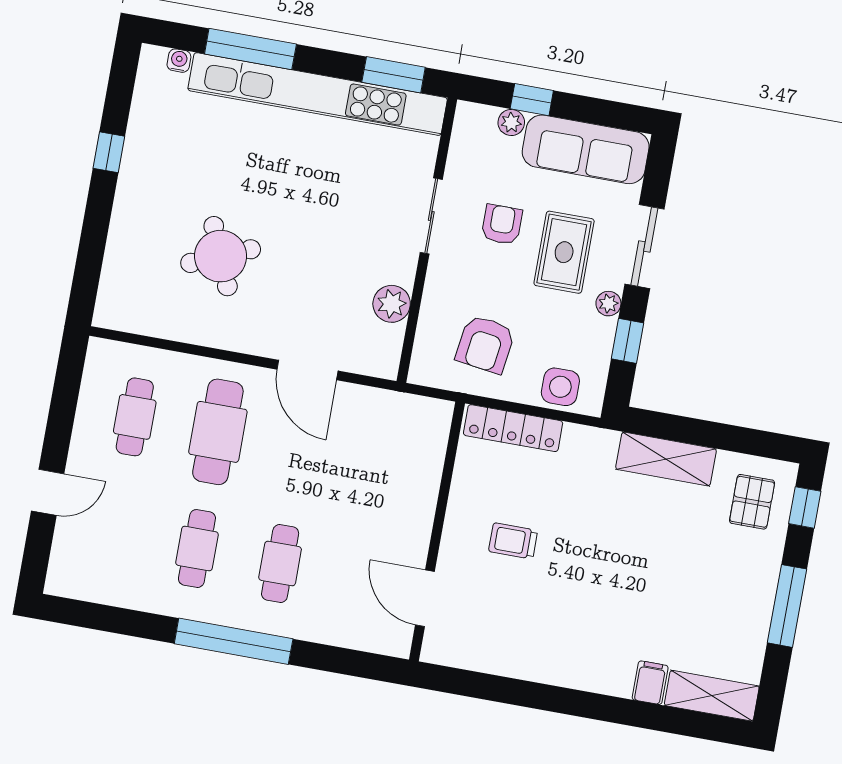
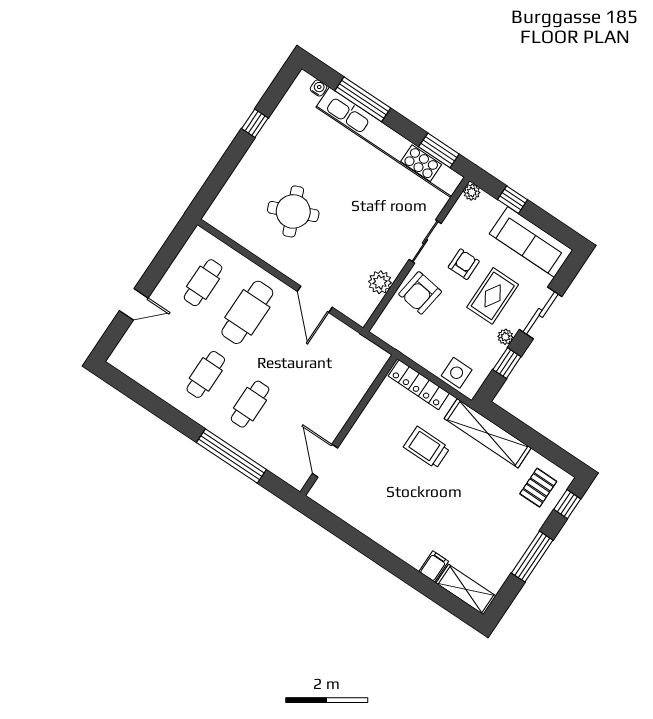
plant: (511, 122) -> (472, 192), moved
armchair: (485, 344) -> (420, 293), moved
shelving: (666, 459) -> (488, 433), width x1.47
trolley: (513, 541) -> (427, 448), moved, width x1.36, depth x1.39
window: (234, 641) -> (231, 456), moved

